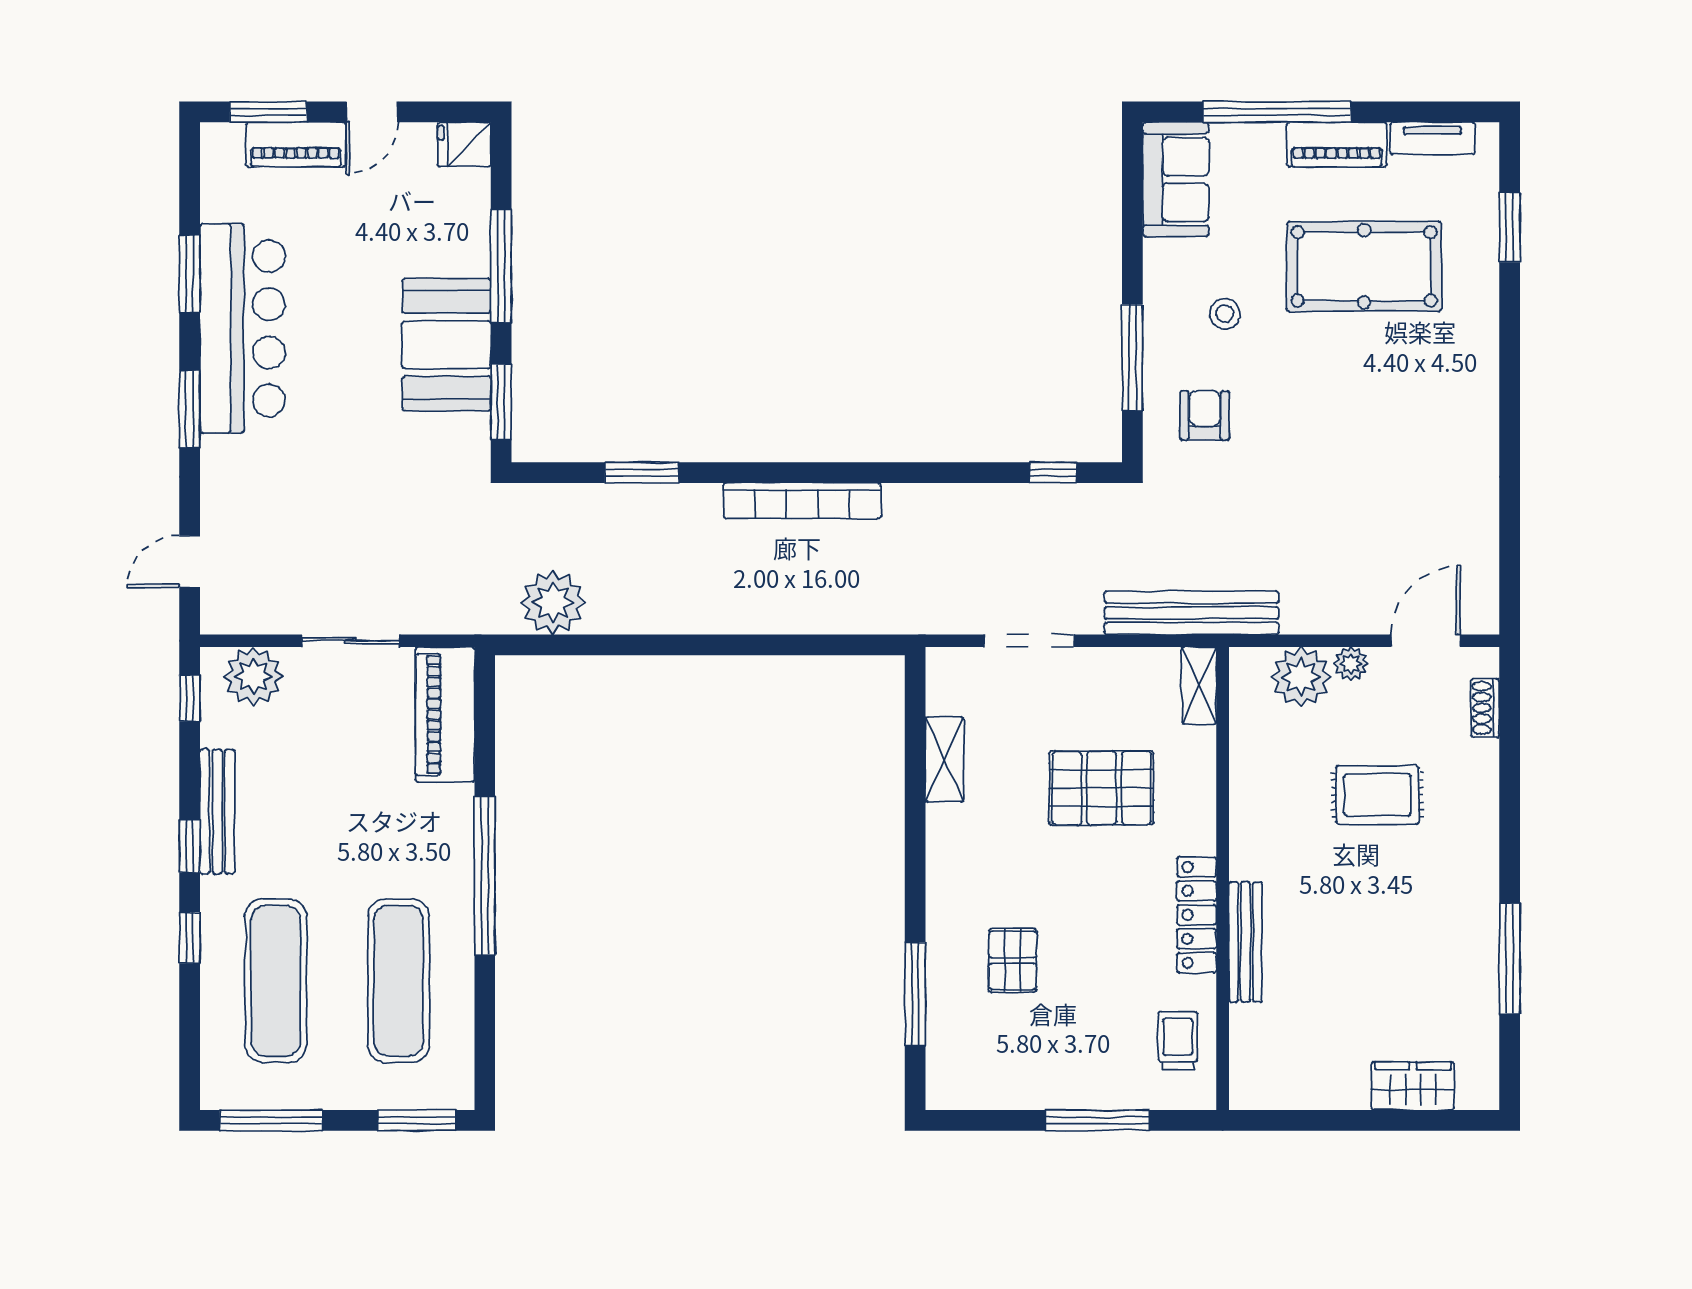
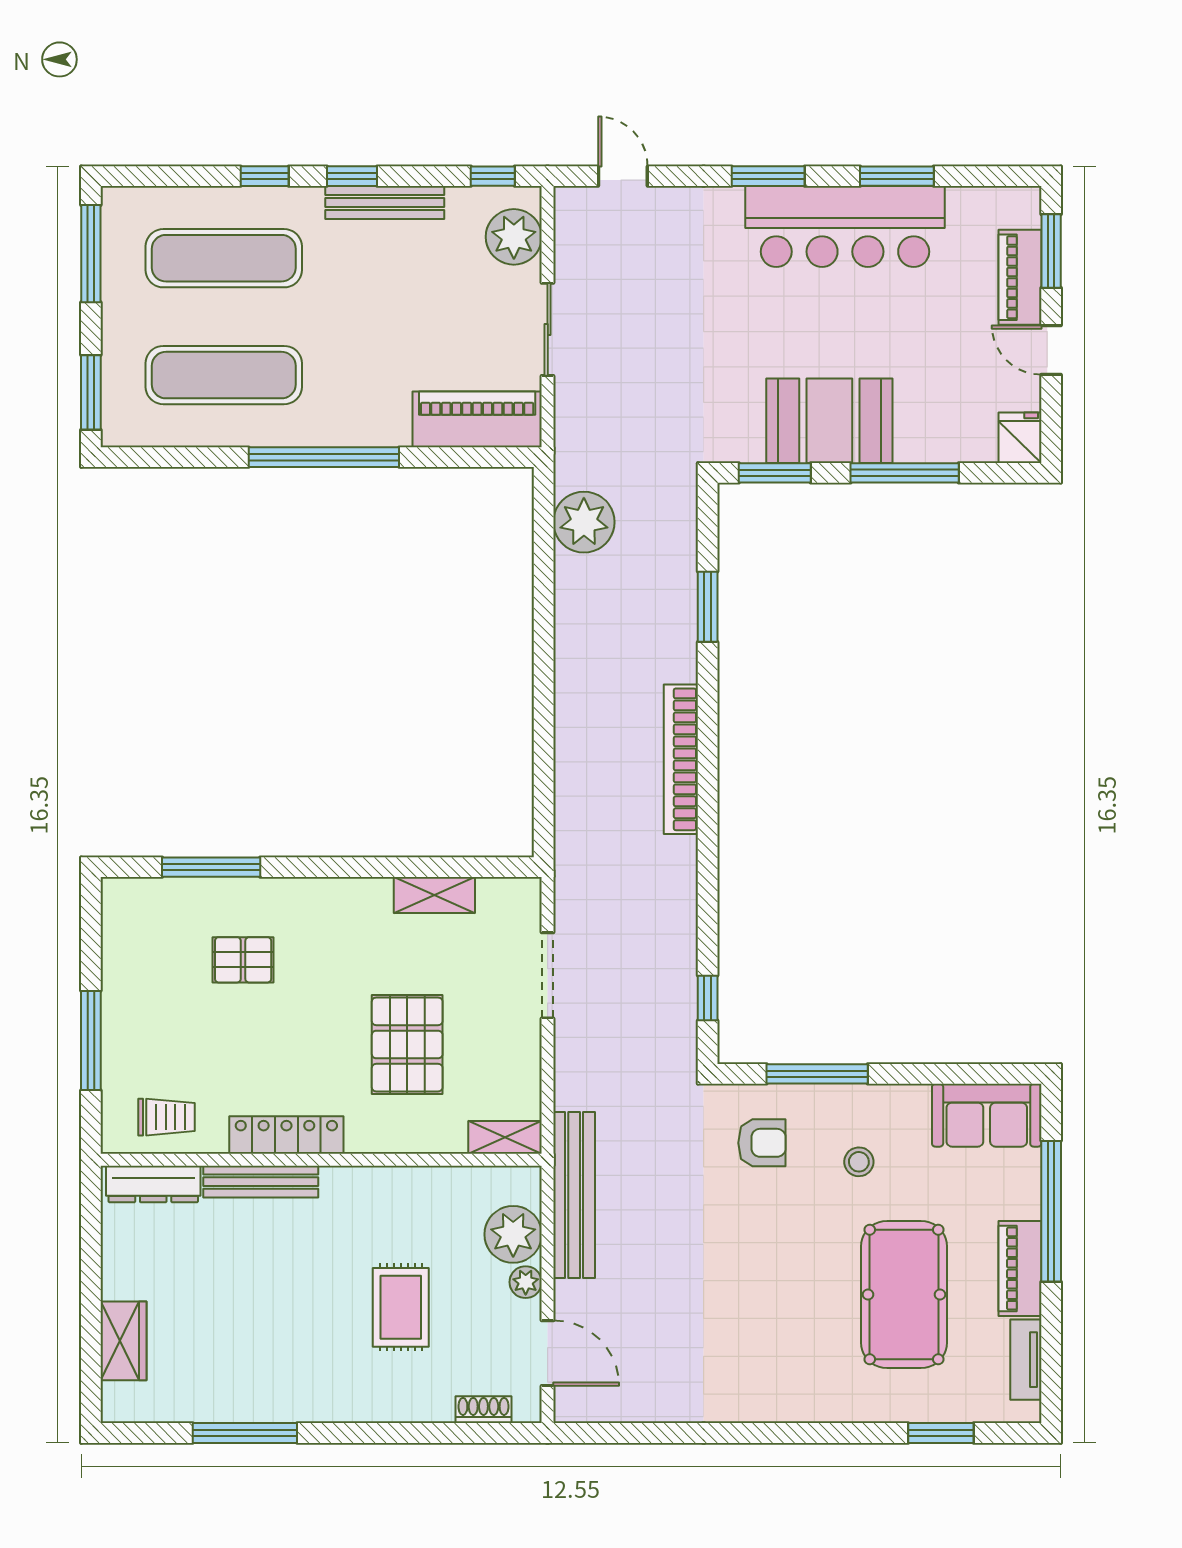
bench: (1192, 613) -> (574, 1195), moved
dresser: (1248, 1055) -> (153, 1184), added

